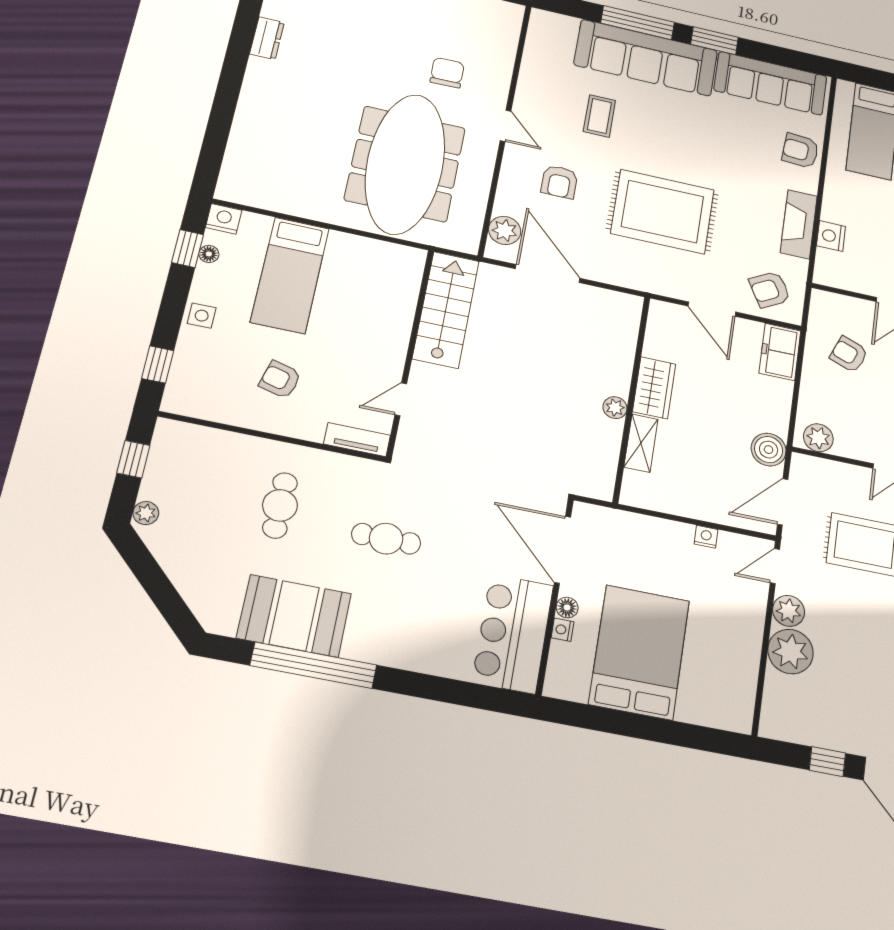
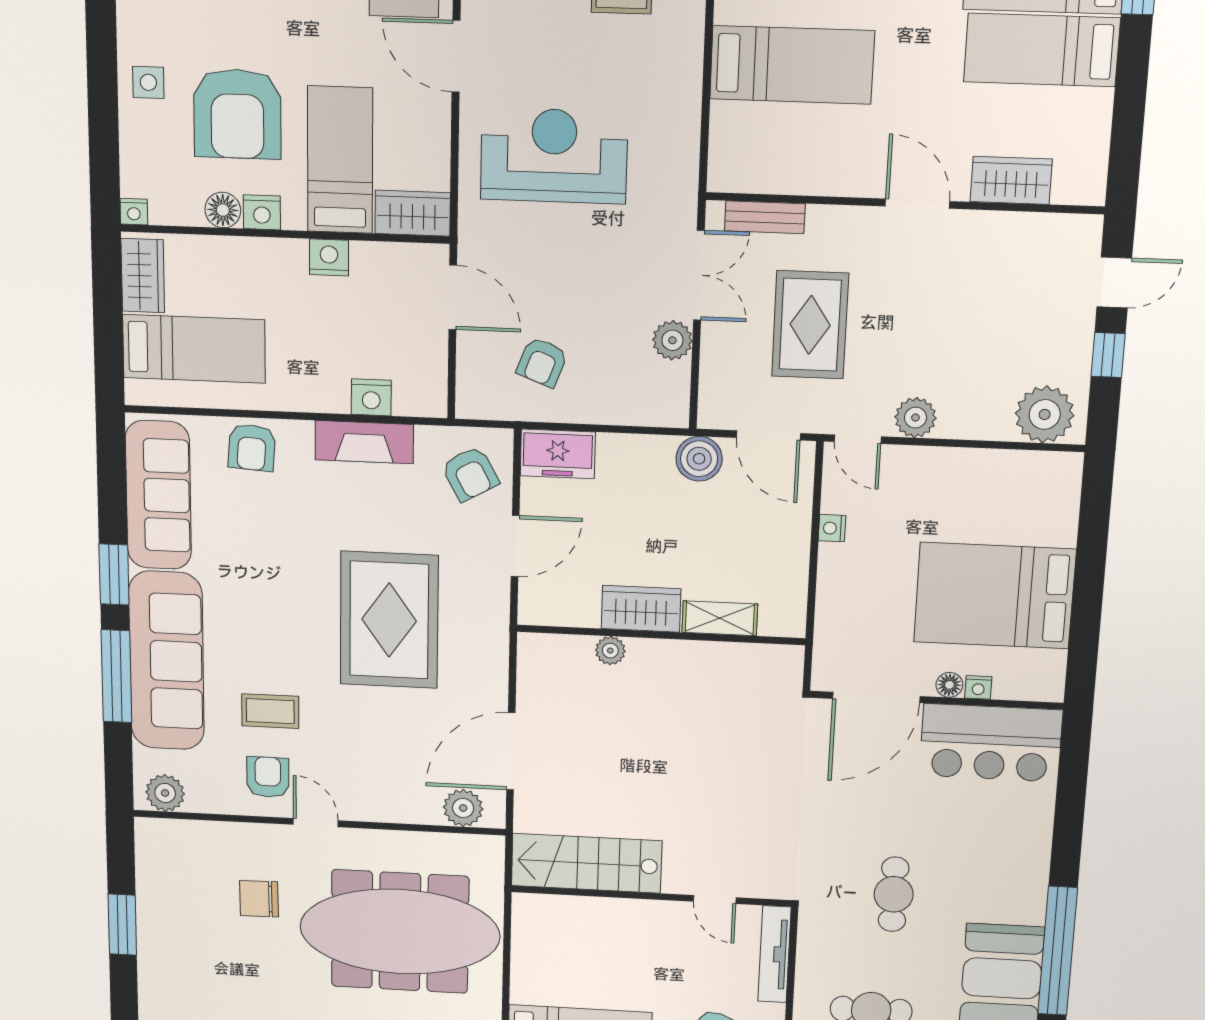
plant: (542, 31) -> (165, 793), added
door: (506, 126) -> (316, 823), hinge flipped
armchair: (559, 182) -> (268, 777), moved, turned -90
plant: (615, 408) -> (610, 651), moved
plant: (818, 438) -> (672, 340), moved
tv unit: (357, 440) -> (774, 954), width x1.41
plant: (790, 652) -> (1045, 414), moved

